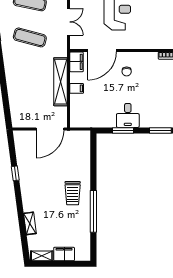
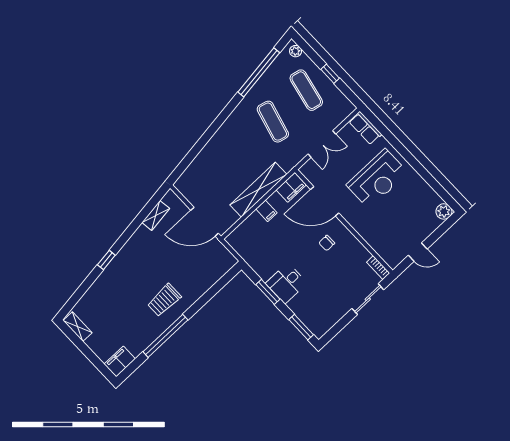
window: (15, 173) -> (106, 260), moved
shelving: (30, 223) -> (156, 215), moved
filing cabinet: (64, 254) -> (120, 361), moved, turned -90

